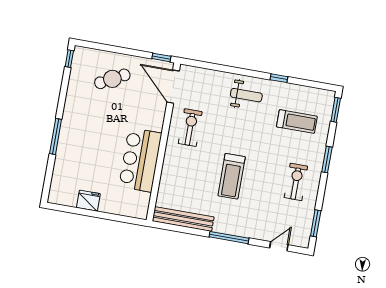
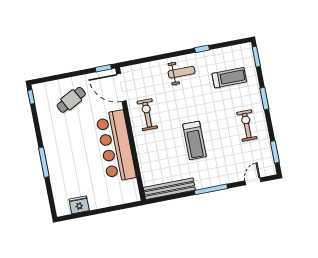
bar counter: (140, 160) -> (116, 146), width x1.36
fridge: (88, 201) -> (79, 205), moved

